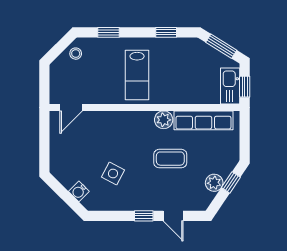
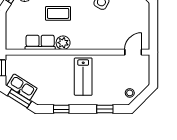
lab bench: (137, 75) -> (83, 77), turned 180
kitchen sink: (230, 86) -> (22, 87), moved, turned -58
row of seats: (203, 120) -> (40, 42), width x0.68

